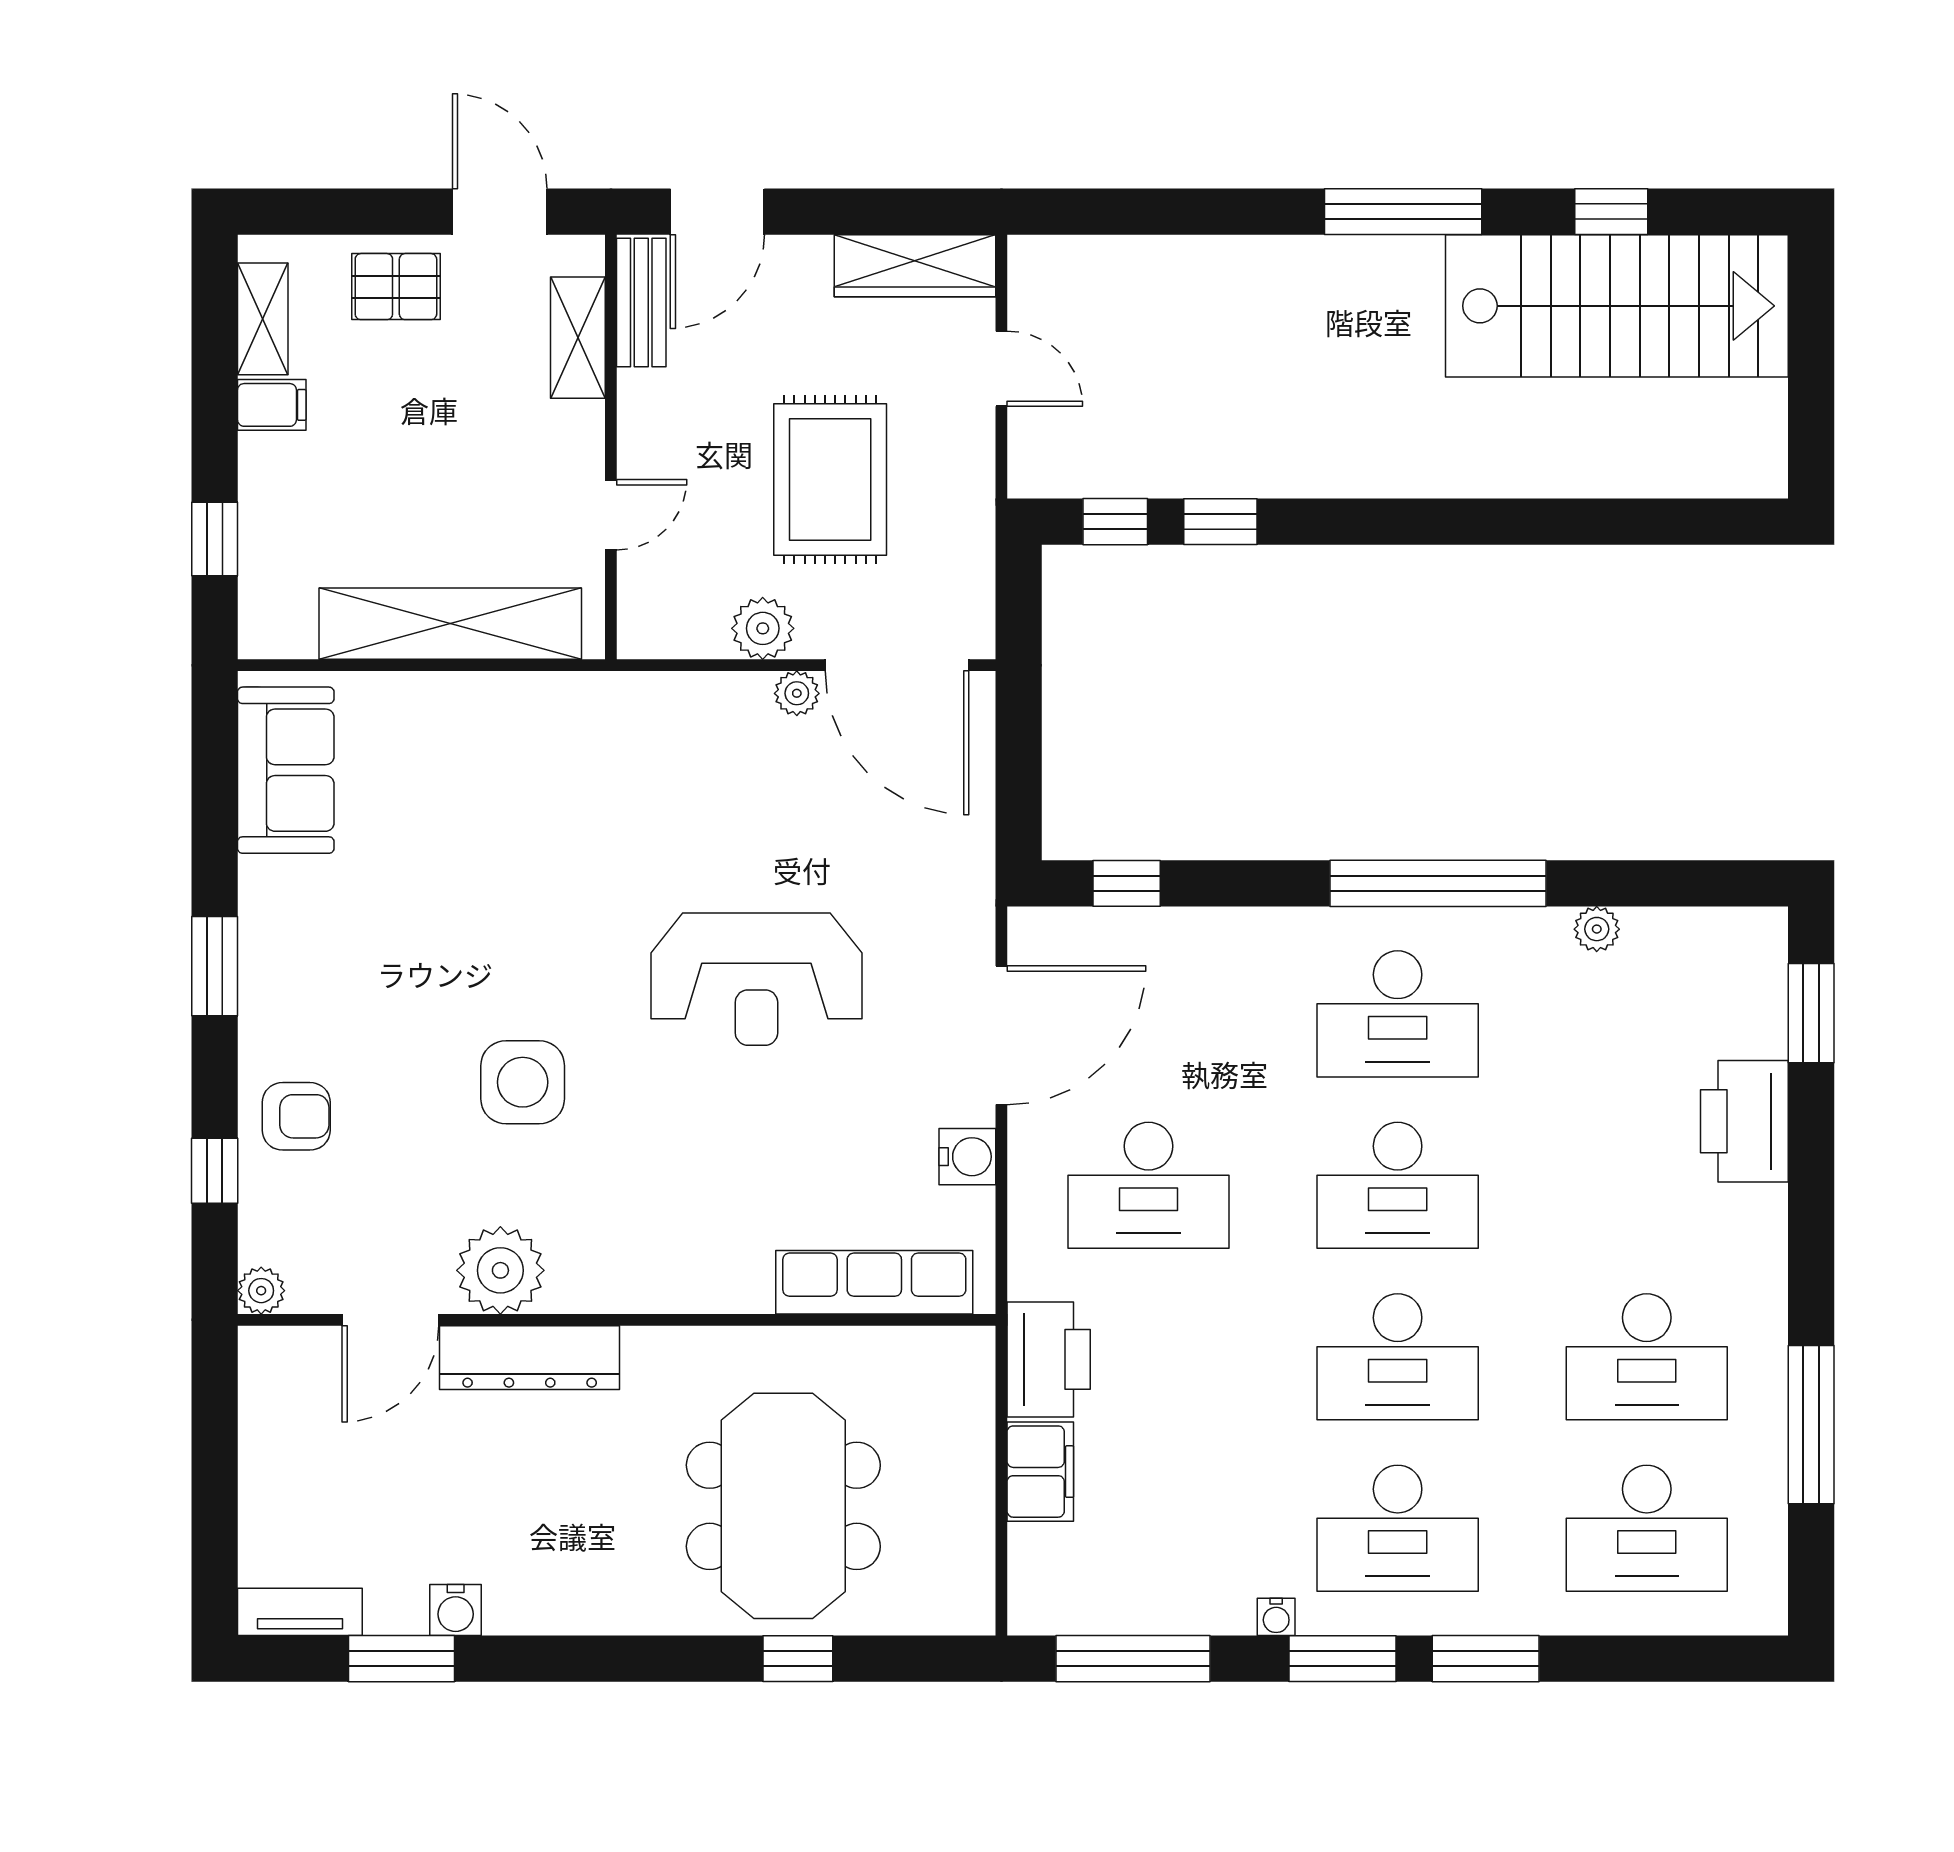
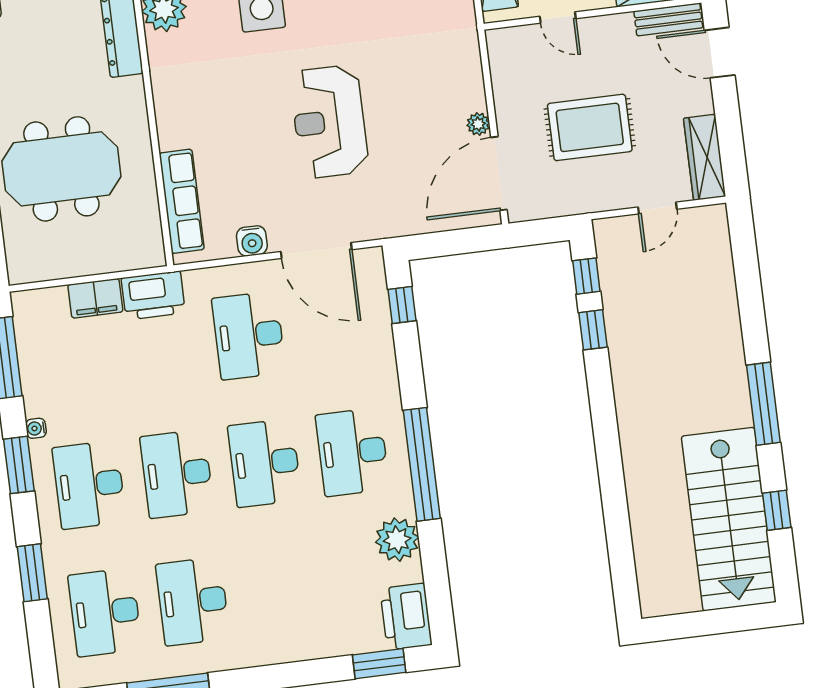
plant: (763, 628) -> (509, 102), removed
plant: (1597, 929) -> (397, 540), width x1.87, depth x1.87
printer: (1744, 1121) -> (406, 617), moved, turned -90
window: (1486, 1659) -> (32, 573), moved

